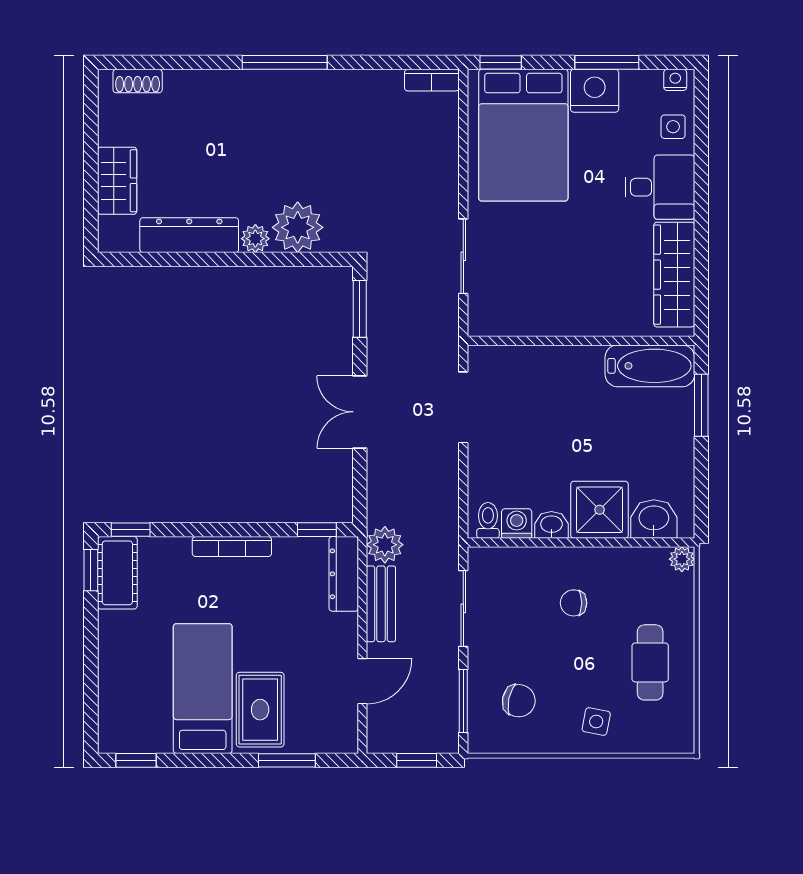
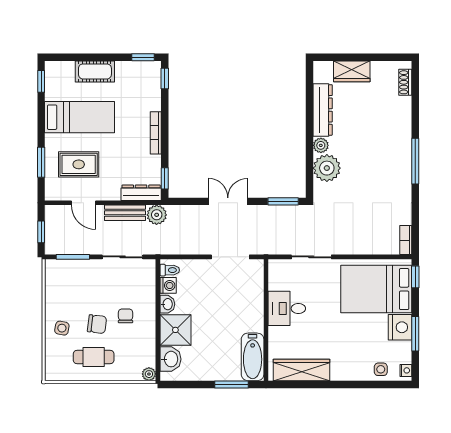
desk: (660, 187) -> (287, 308), moved, turned 90
cot: (117, 573) -> (95, 71), moved
chair: (519, 701) -> (97, 324), moved, turned -95
rug: (260, 710) -> (79, 164), moved

